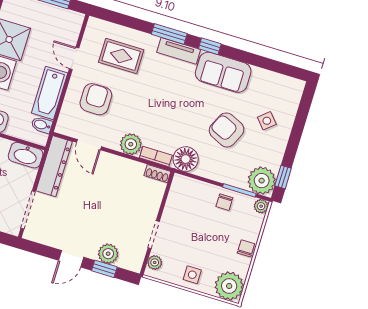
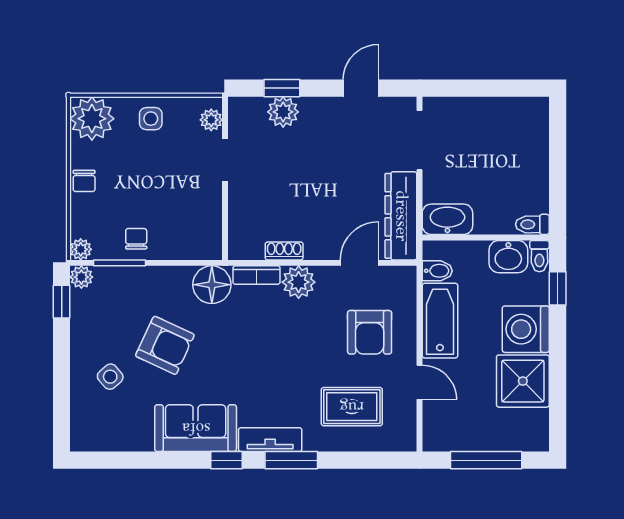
door: (89, 145) -> (360, 263), hinge flipped
shoe rack: (157, 174) -> (284, 251), moved
plant: (262, 181) -> (81, 277), width x0.53, depth x0.53
door: (71, 259) -> (361, 88), moved

